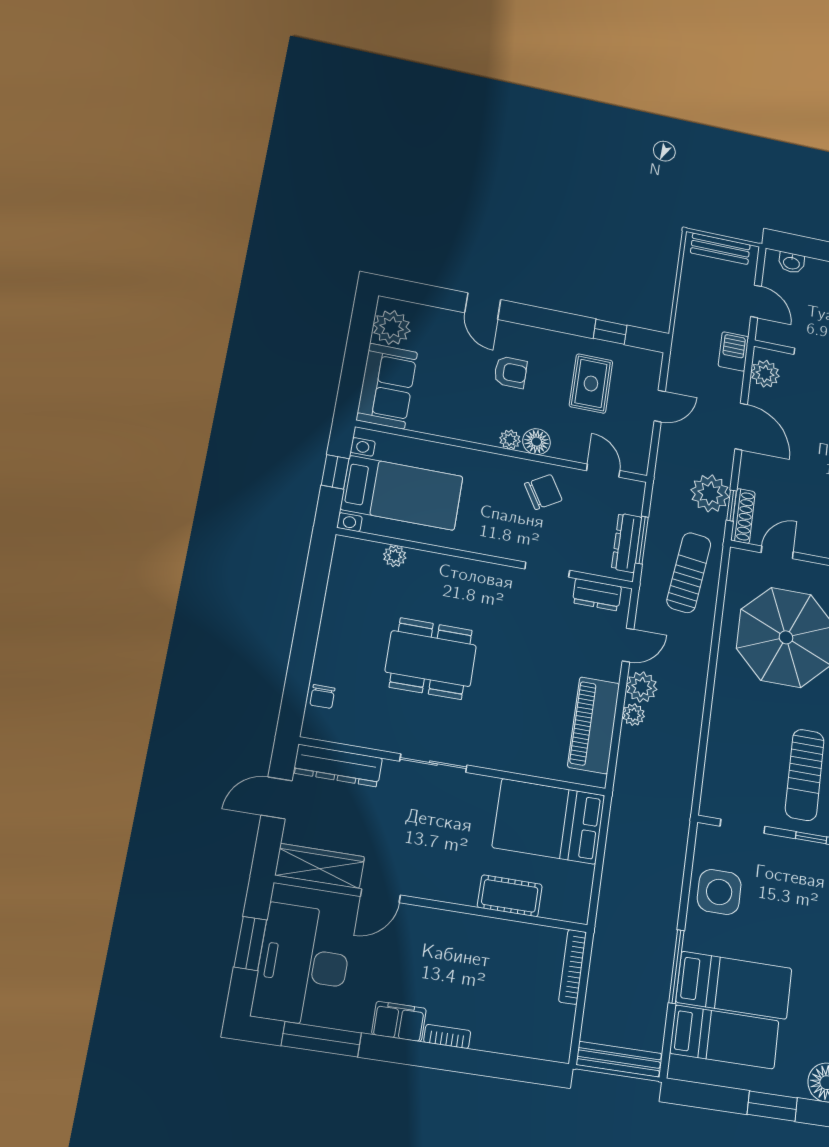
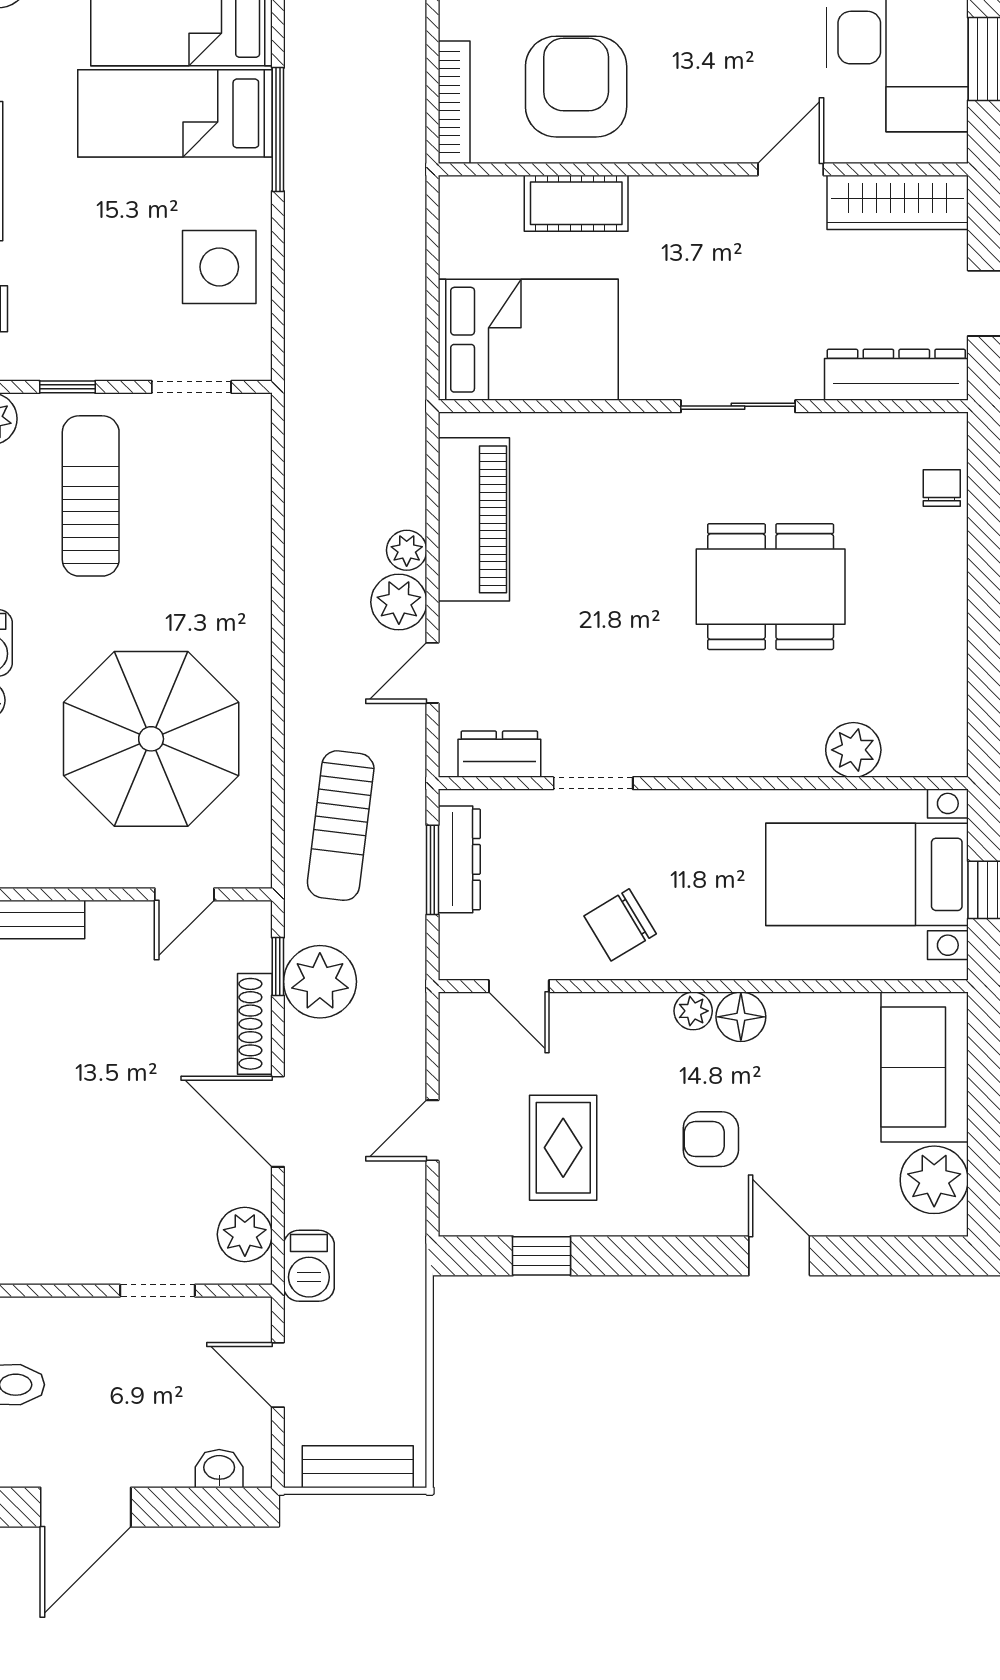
floor lamp: (536, 442) -> (741, 1017), moved
shoe rack: (743, 516) -> (255, 1024), moved
plant: (395, 556) -> (853, 750), width x1.38, depth x1.38
armchair: (500, 965) -> (576, 87), added

